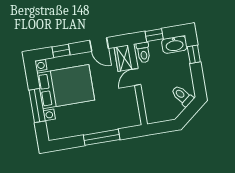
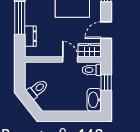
window: (194, 54) -> (82, 116), removed
toilet: (182, 96) -> (38, 89), moved
dresser: (119, 123) -> (30, 36), added

